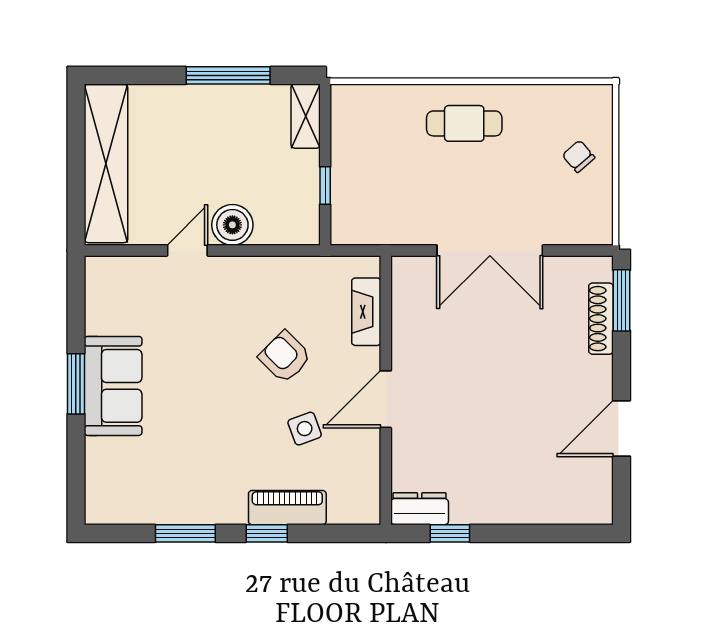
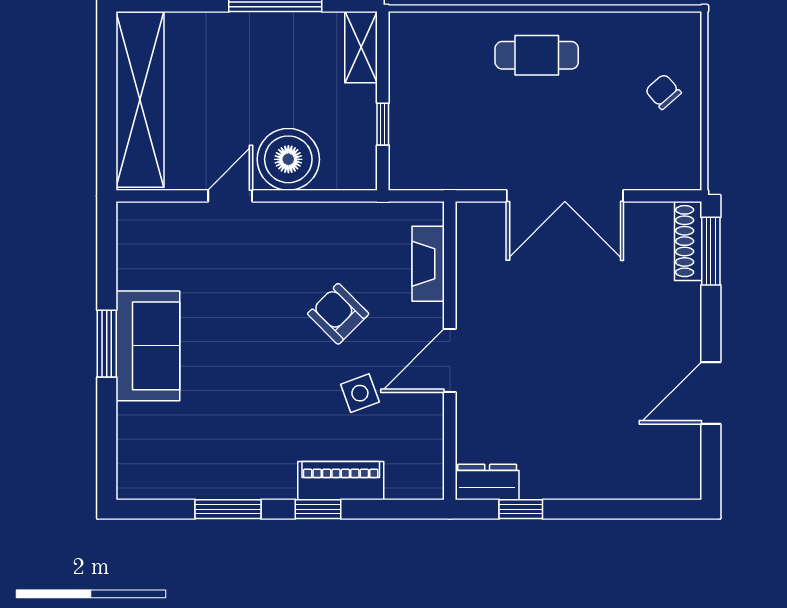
boiler: (232, 225) -> (288, 159), width x1.37, depth x1.37
shoe rack: (601, 319) -> (688, 241), moved

